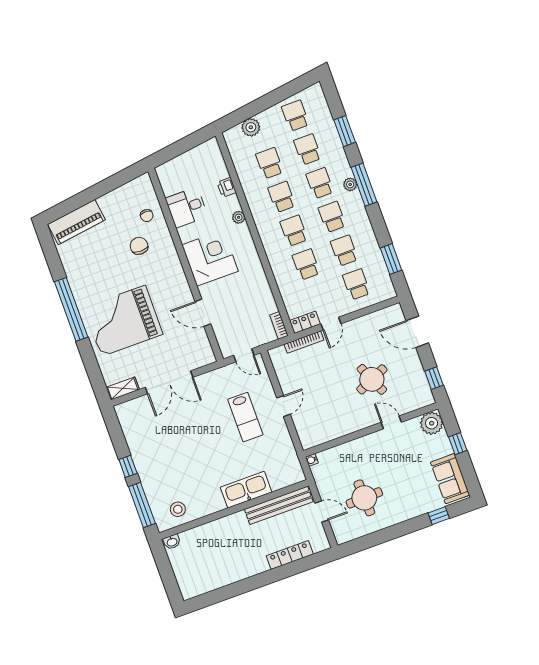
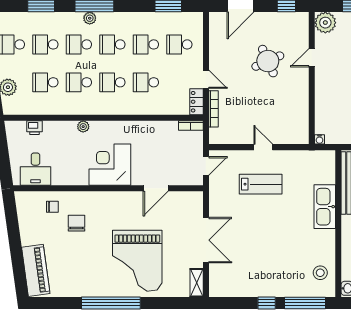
printer: (227, 187) -> (35, 128), moved
desk: (187, 207) -> (35, 169), moved
chair: (139, 246) -> (77, 223), turned 90

